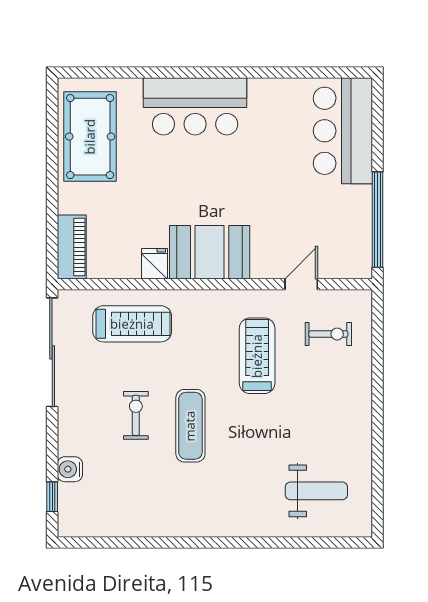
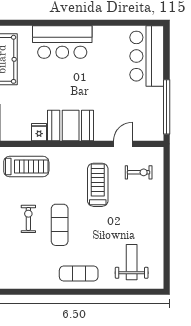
weight bench: (316, 491) -> (132, 262), turned -90
exercise mat: (224, 511) -> (79, 274), added

